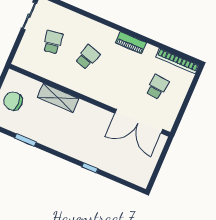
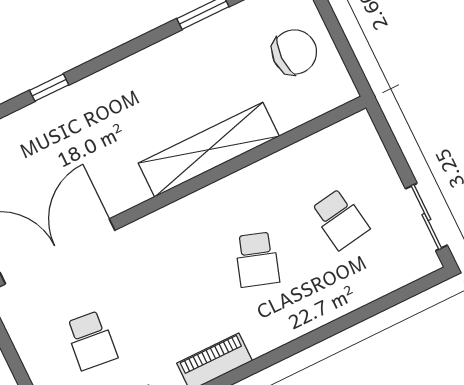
shelving: (58, 98) -> (209, 150), width x1.47

